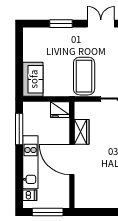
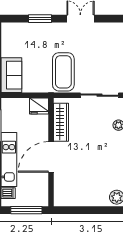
wardrobe: (82, 132) -> (61, 122), width x1.50
door: (72, 160) -> (51, 157), hinge flipped

